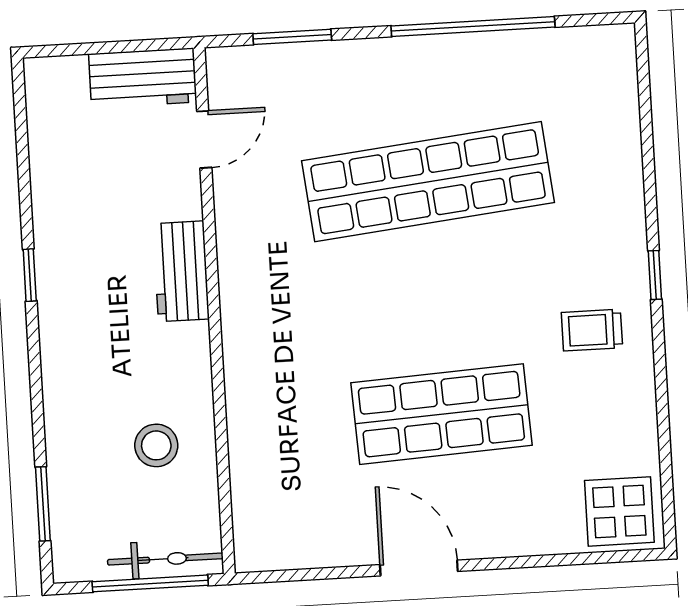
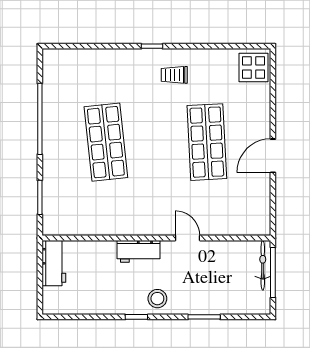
door: (204, 139) -> (188, 238), moved
shop shelf: (428, 182) -> (106, 142), width x0.71
trolley: (592, 330) -> (174, 75), turned 90
stool: (156, 445) -> (157, 299), moved
window: (43, 504) -> (204, 317), moved

